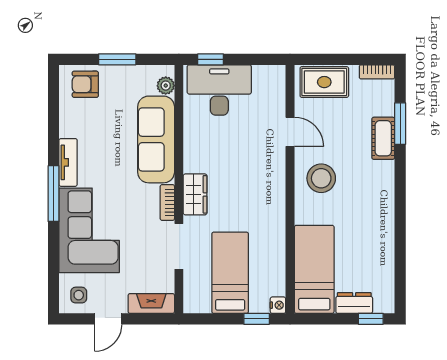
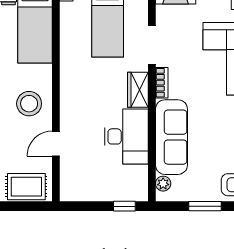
desk: (219, 90) -> (126, 136), moved, turned -90
door: (290, 132) -> (56, 144), hinge flipped

